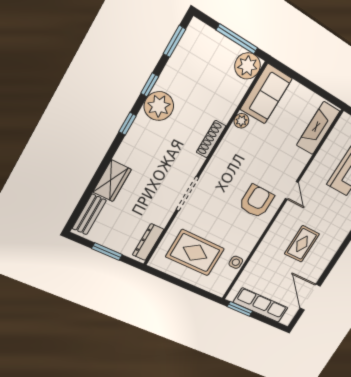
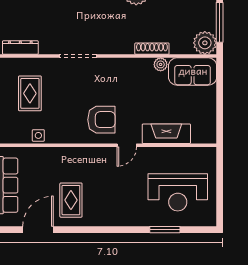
fireplace: (318, 128) -> (166, 134), moved
shoe rack: (211, 139) -> (152, 49), moved
rug: (302, 244) -> (71, 200), moved, turned 90
rug: (195, 253) -> (30, 93), width x0.73, depth x0.70

